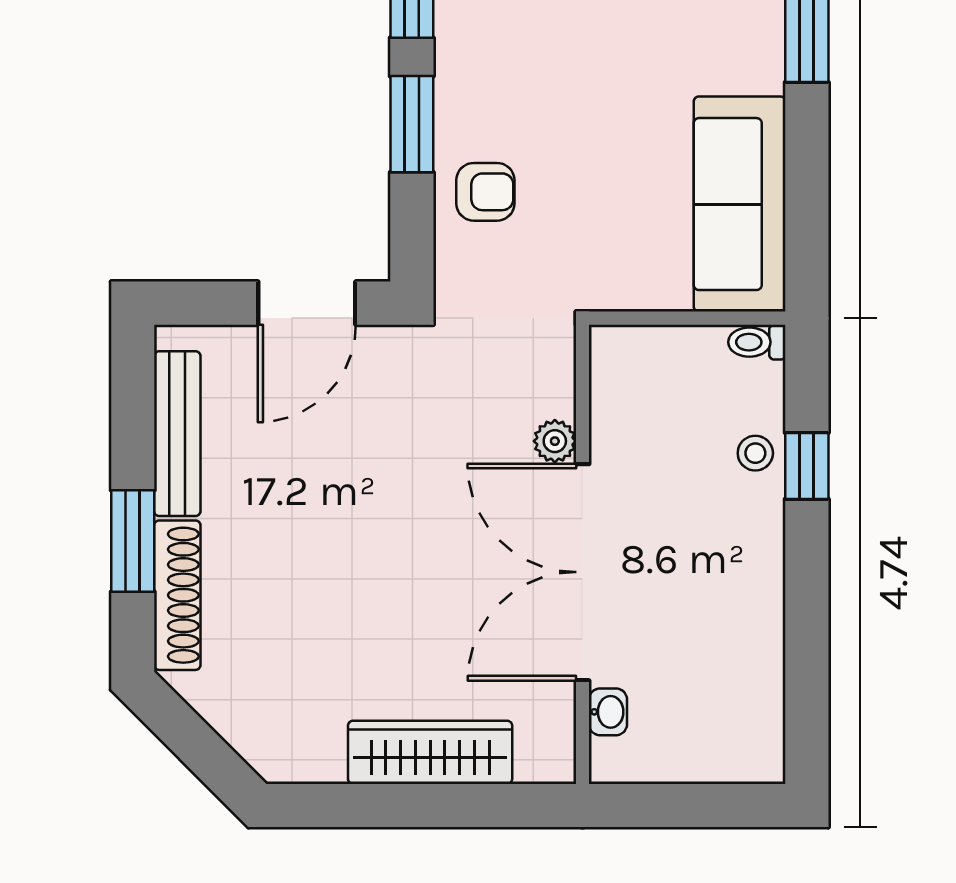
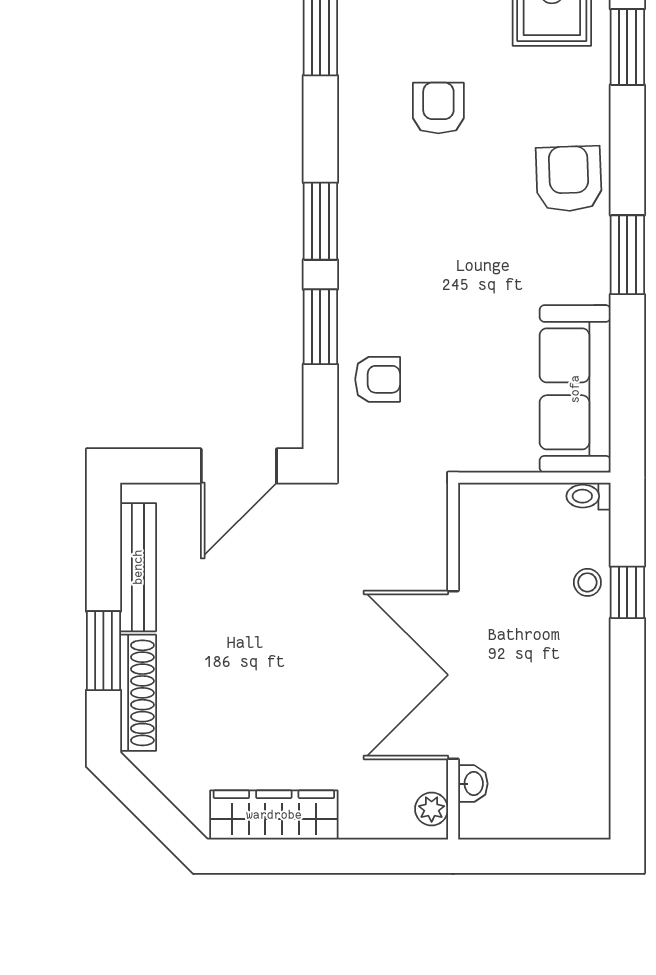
plant: (555, 441) -> (432, 809), moved
wardrobe: (430, 752) -> (274, 815), moved

